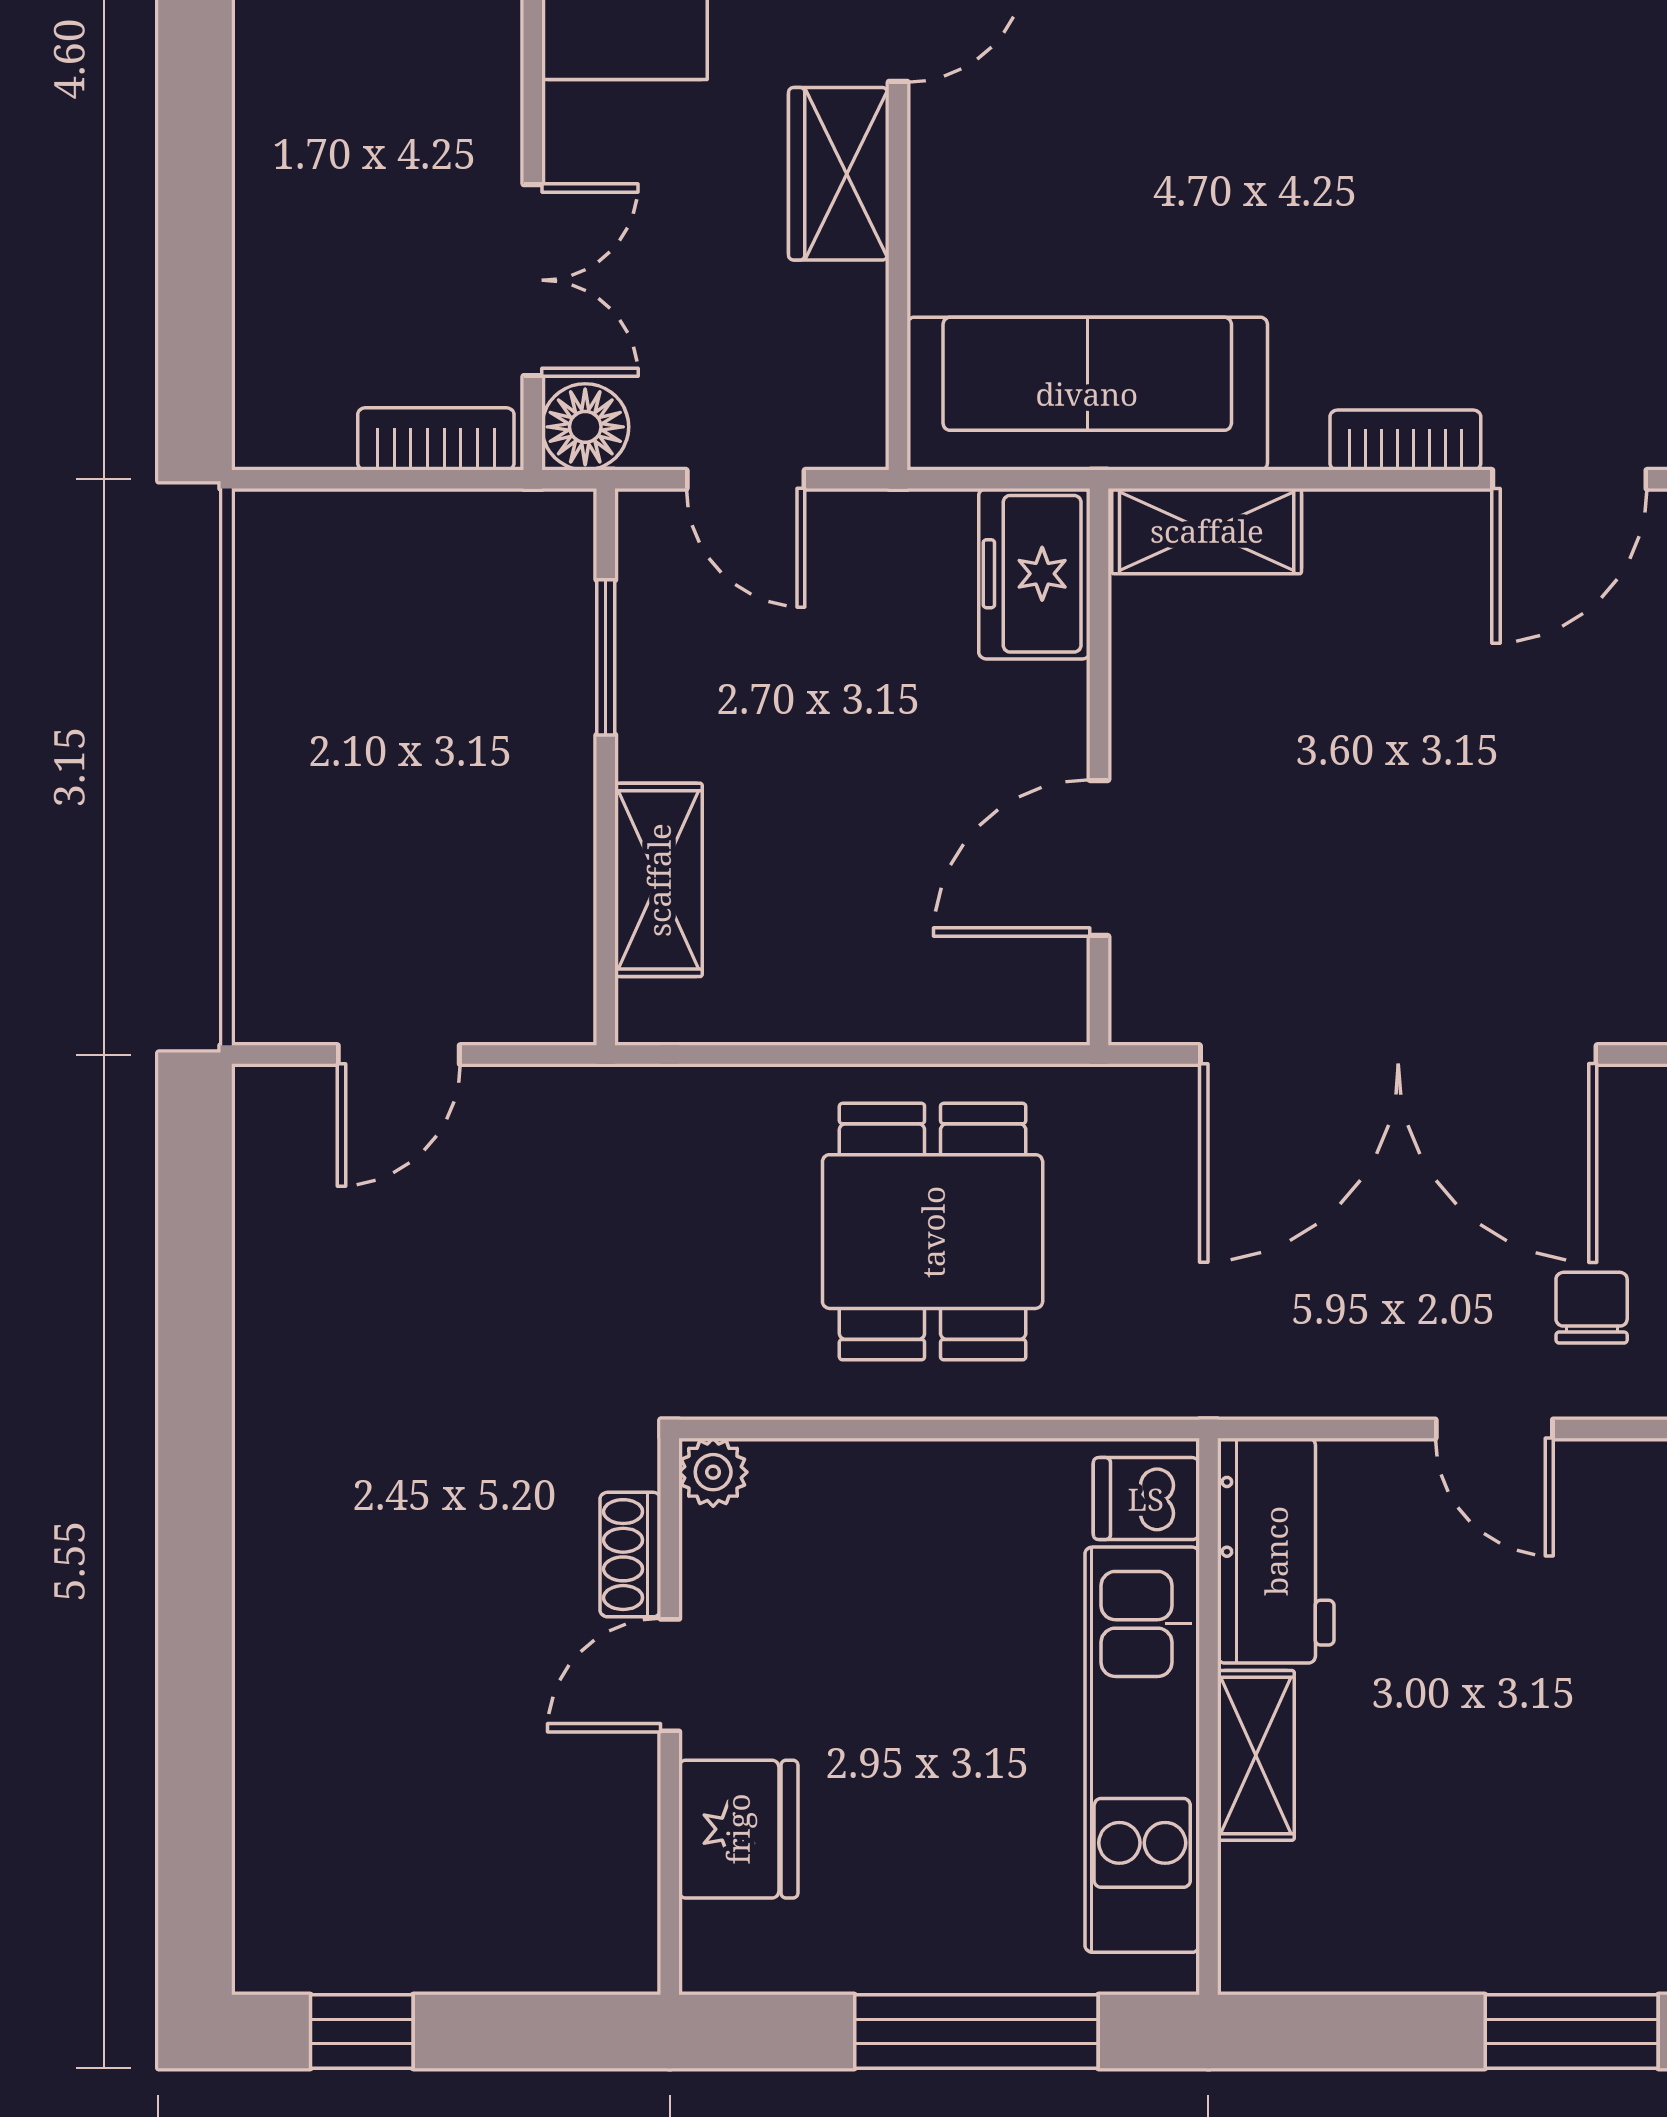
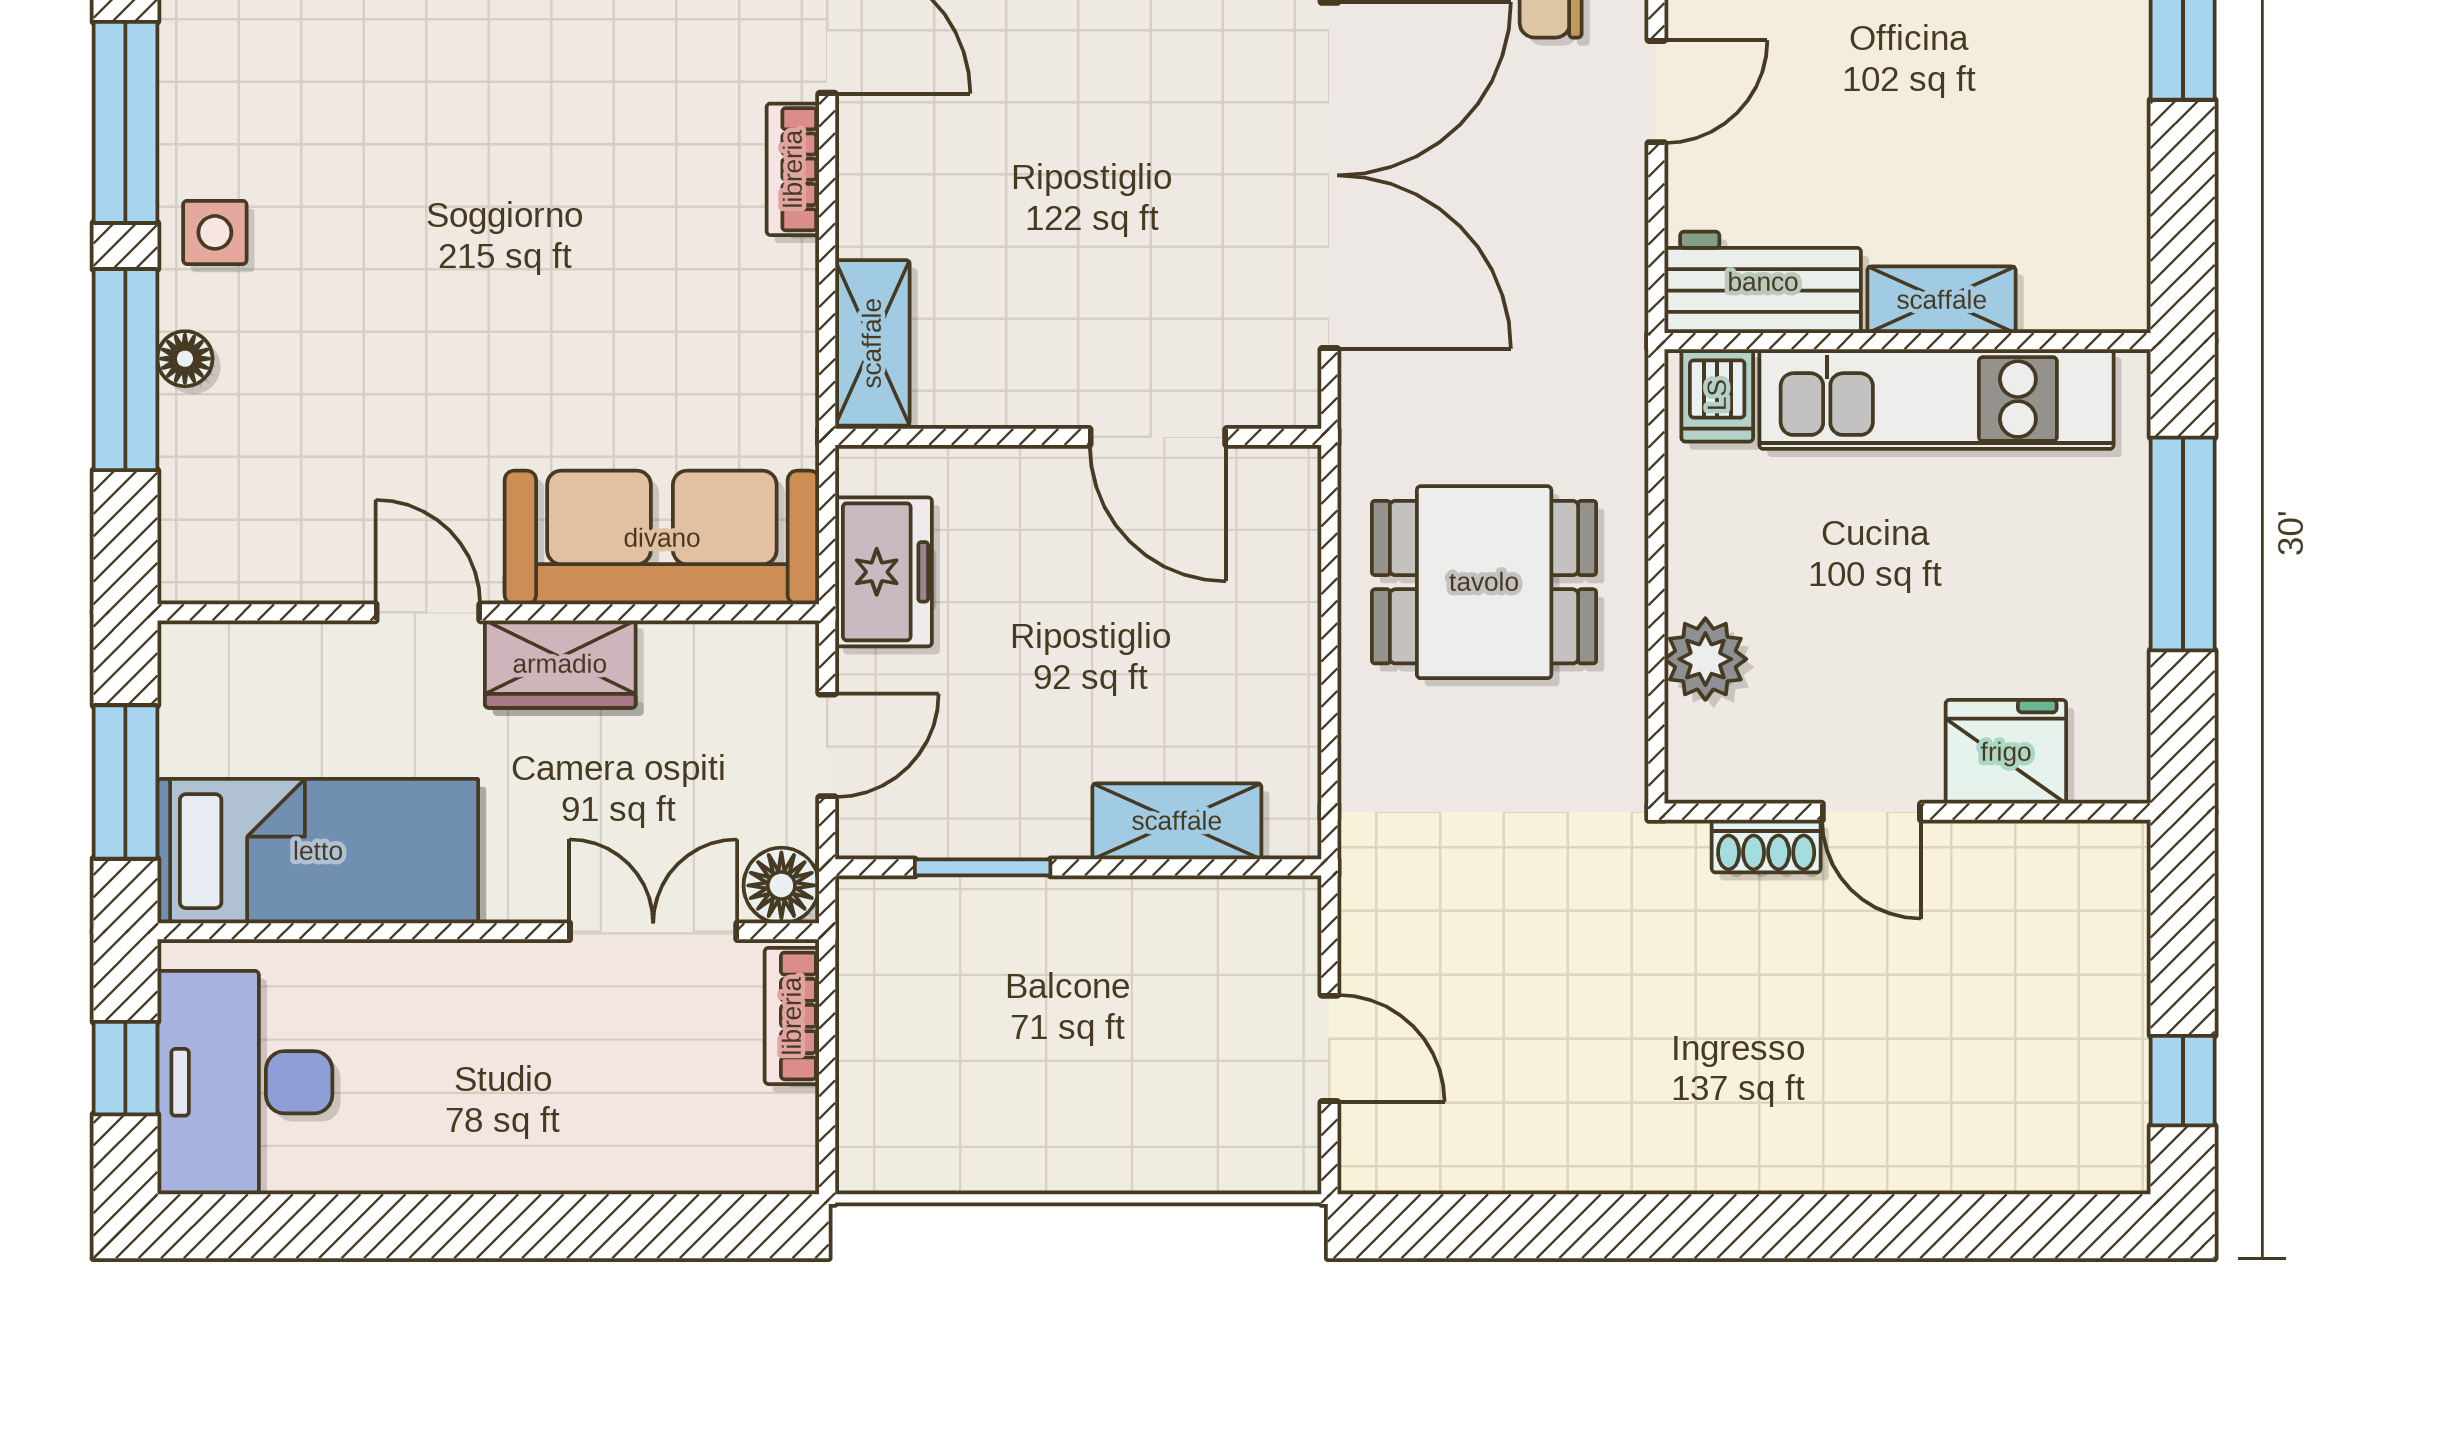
sofa: (1087, 394) -> (662, 538), moved, turned 90
freezer: (1034, 574) -> (884, 572), moved, turned -90
plant: (713, 1472) -> (1705, 659), moved, width x1.38, depth x1.38

